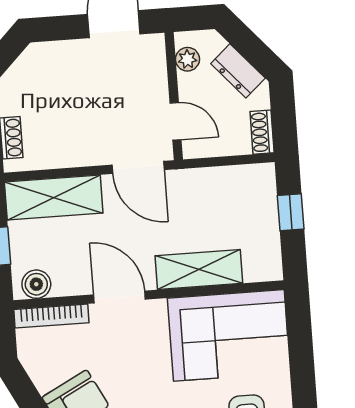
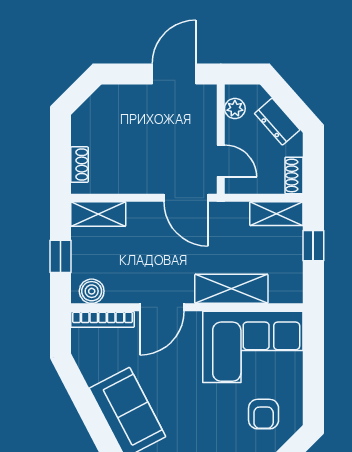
shelving: (245, 178) -> (276, 214), added
shelving: (54, 197) -> (98, 214), width x0.67, depth x0.75
door: (119, 297) -> (162, 307), swing flipped

